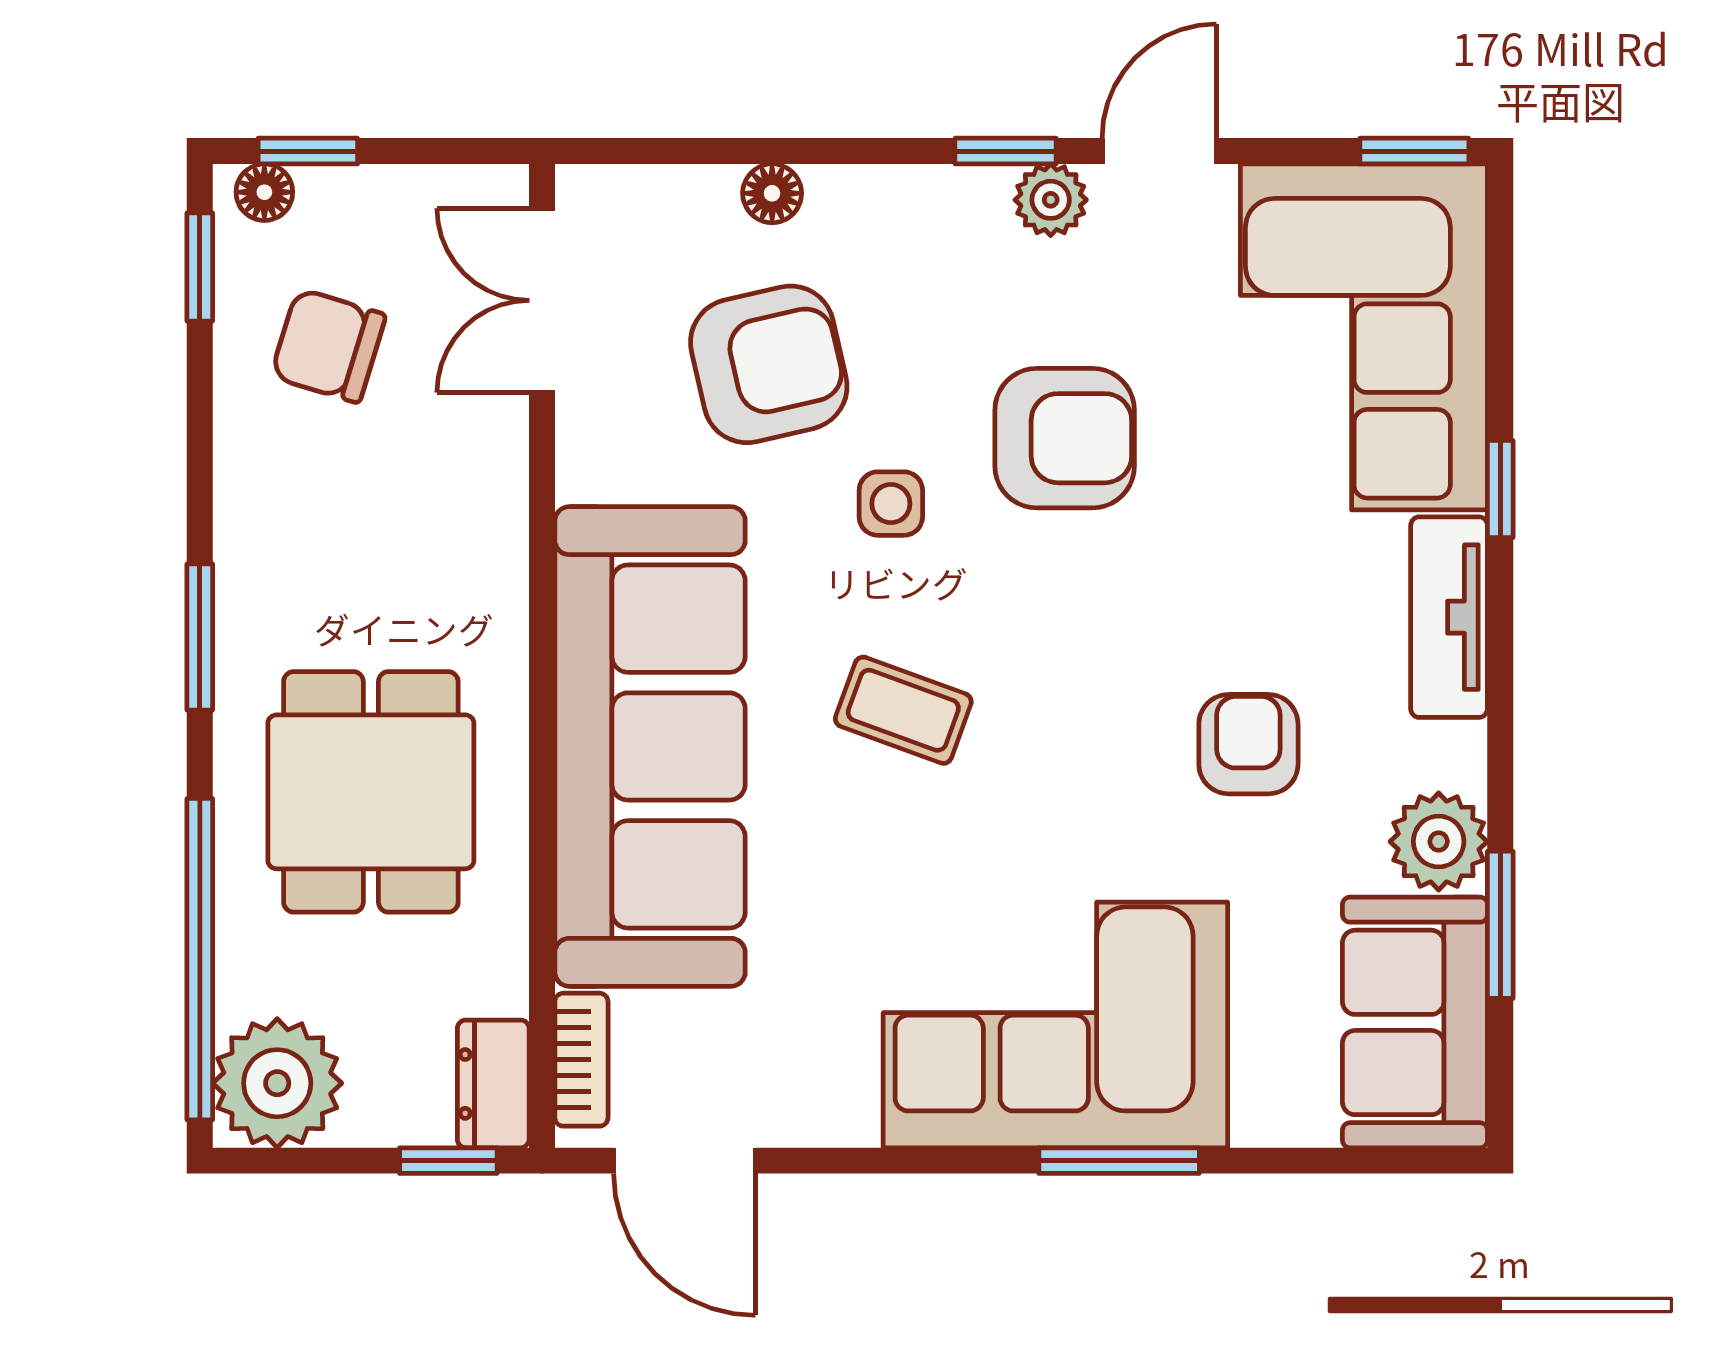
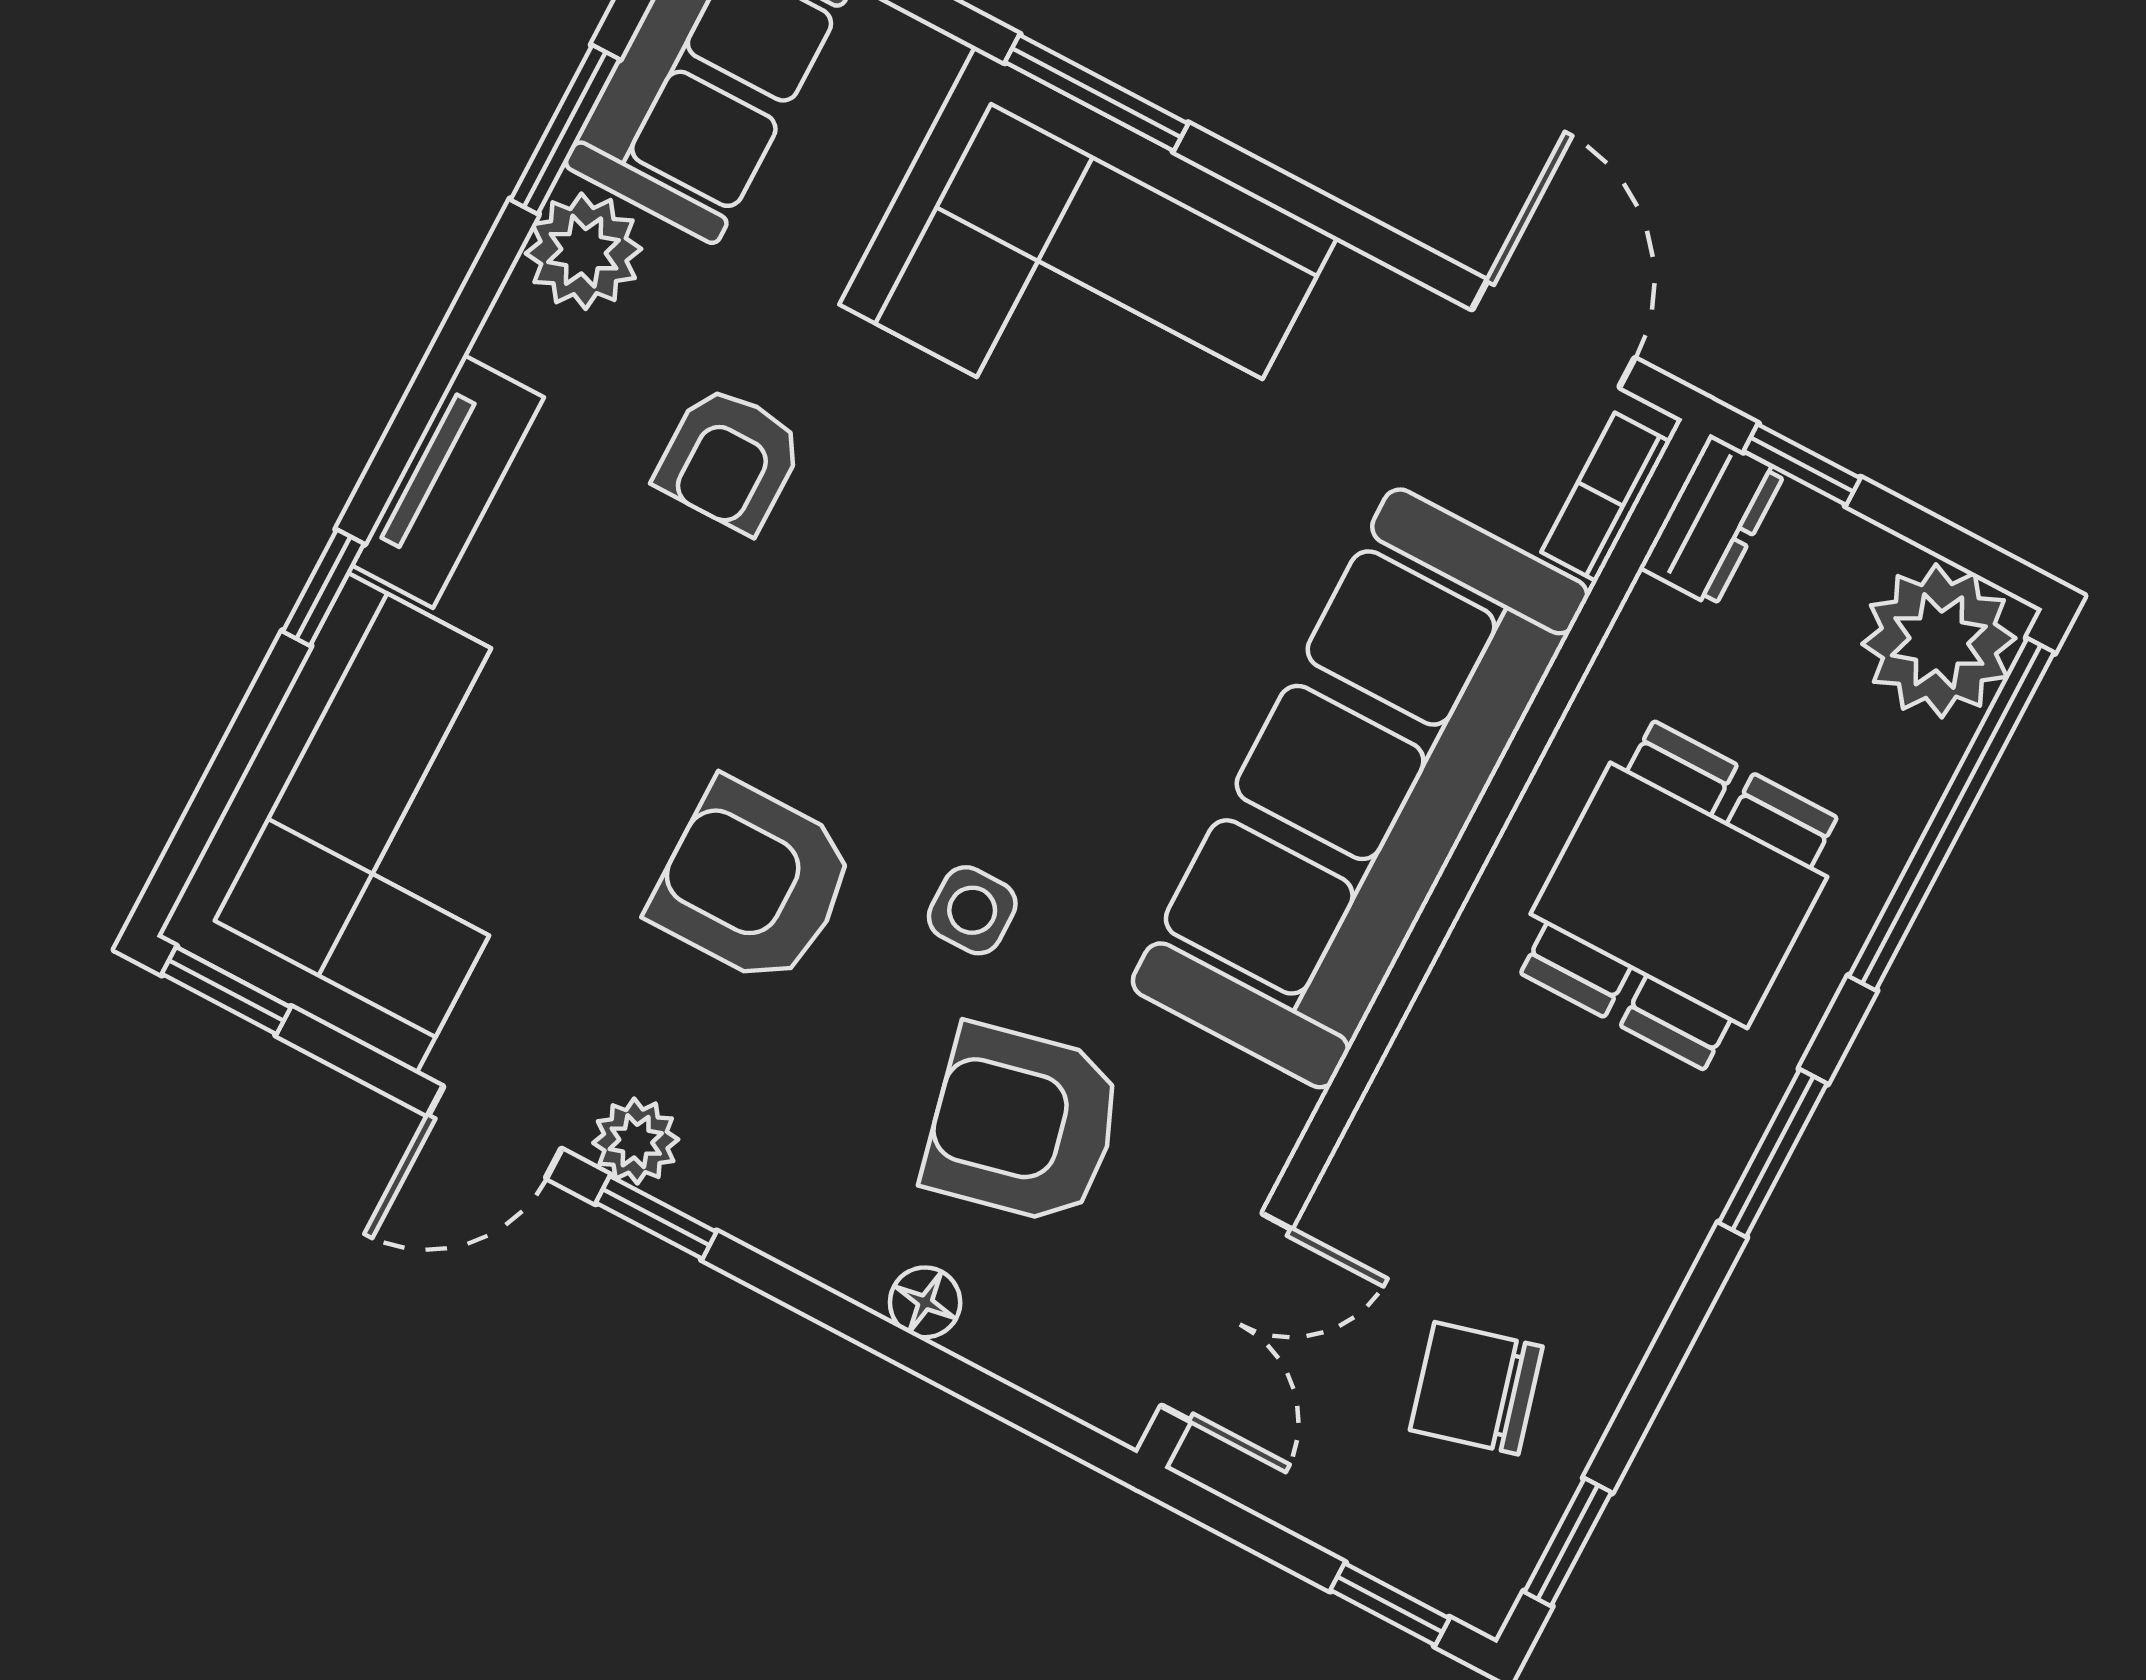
floor lamp: (264, 192) -> (1458, 1585), removed
chair: (328, 346) -> (1476, 1388), turned 148
coffee table: (903, 710) -> (1074, 686), removed

